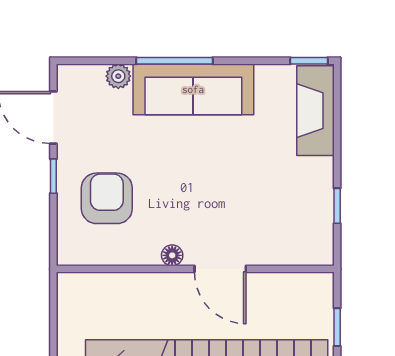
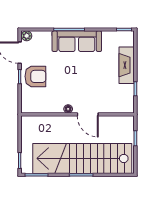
plant: (118, 76) -> (27, 36), moved
fireplace: (315, 111) -> (127, 65), moved
armchair: (107, 198) -> (35, 76), moved, turned 90

